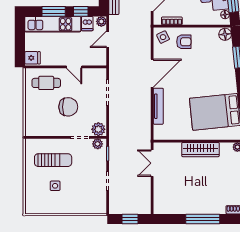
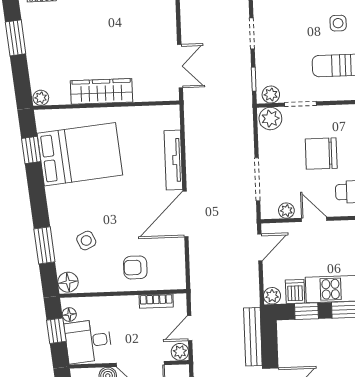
side table: (163, 37) -> (86, 240), moved
door: (108, 39) -> (260, 247), moved
plant: (91, 73) -> (286, 211), added

